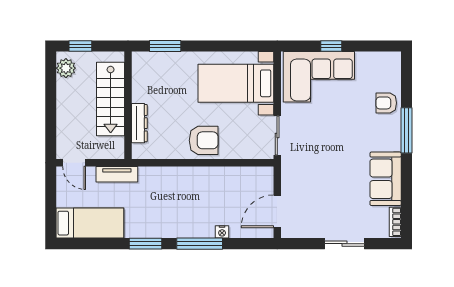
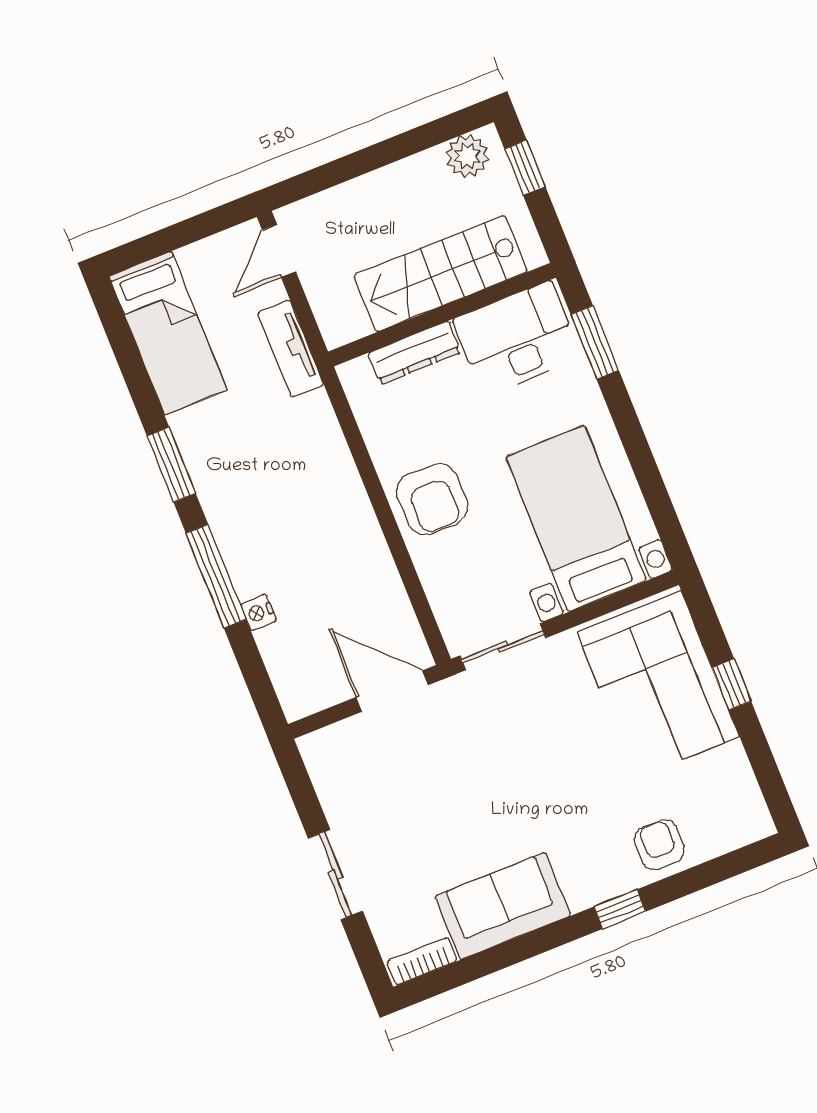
desk: (151, 78) -> (517, 339), added
window: (407, 130) -> (620, 909), width x0.46
door: (277, 211) -> (392, 691), moved

